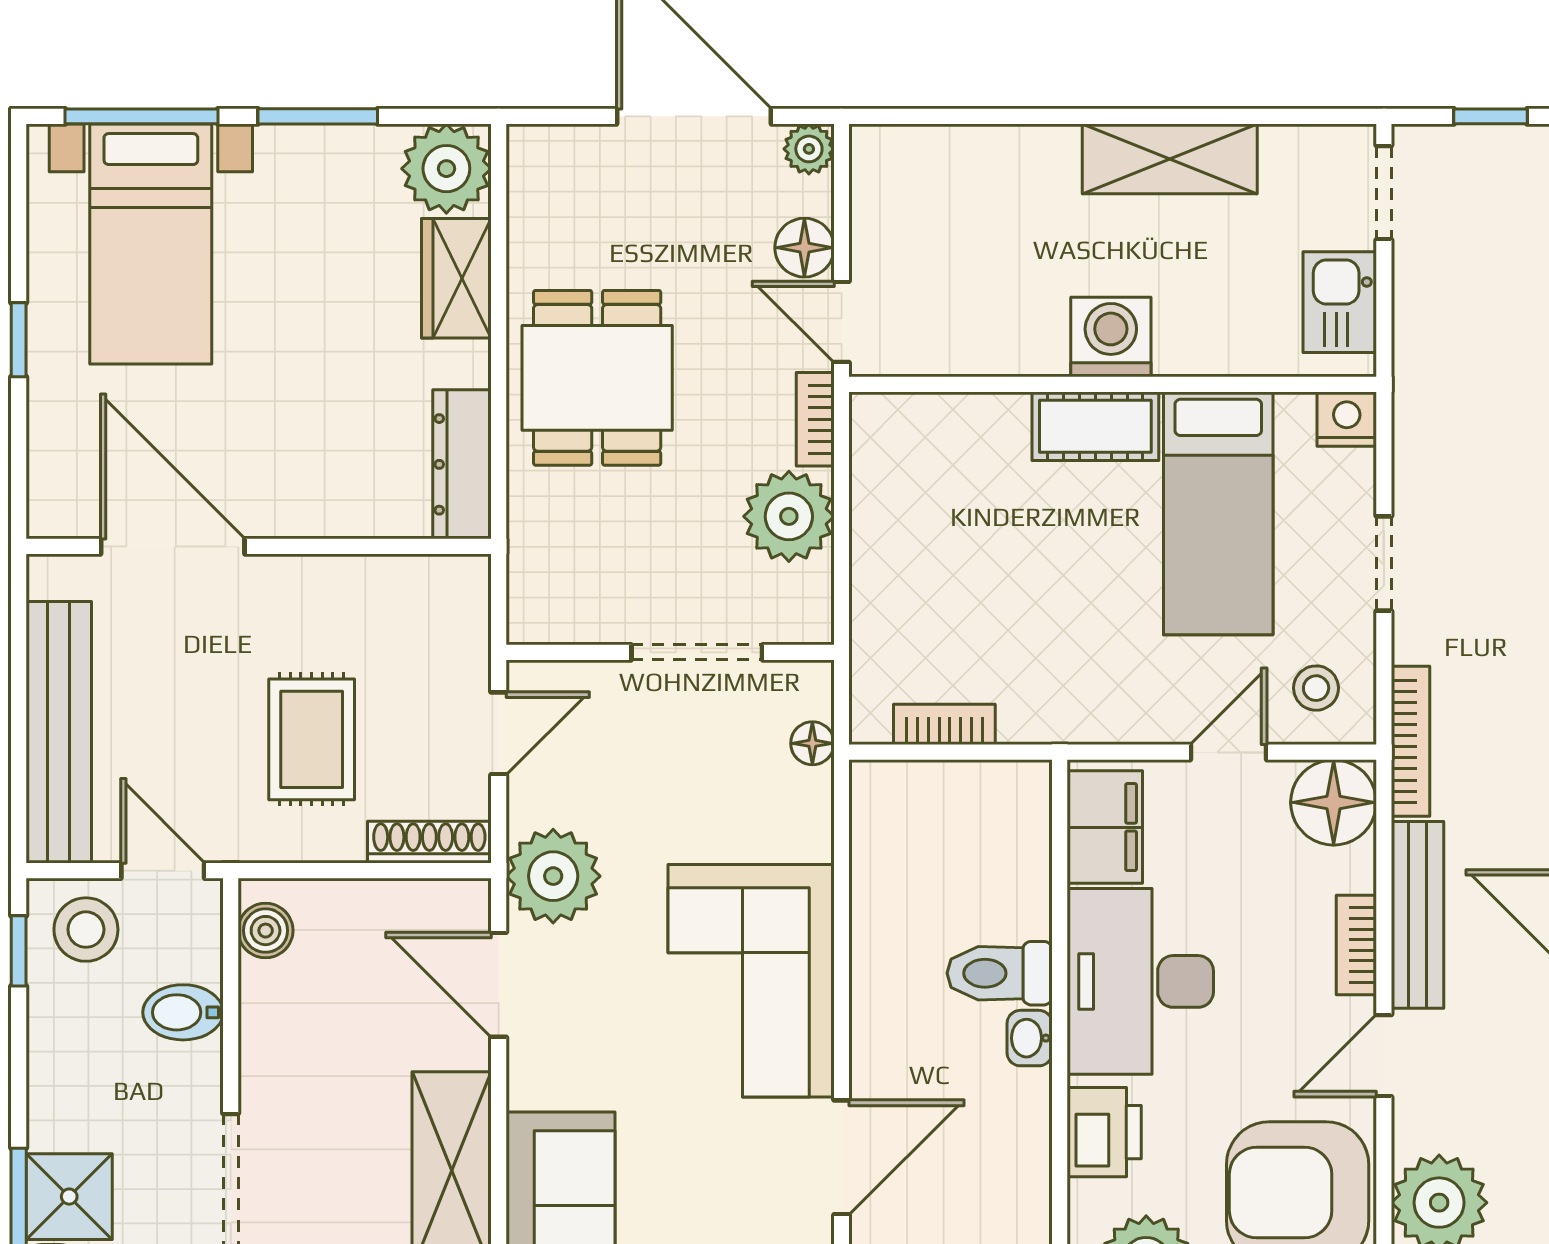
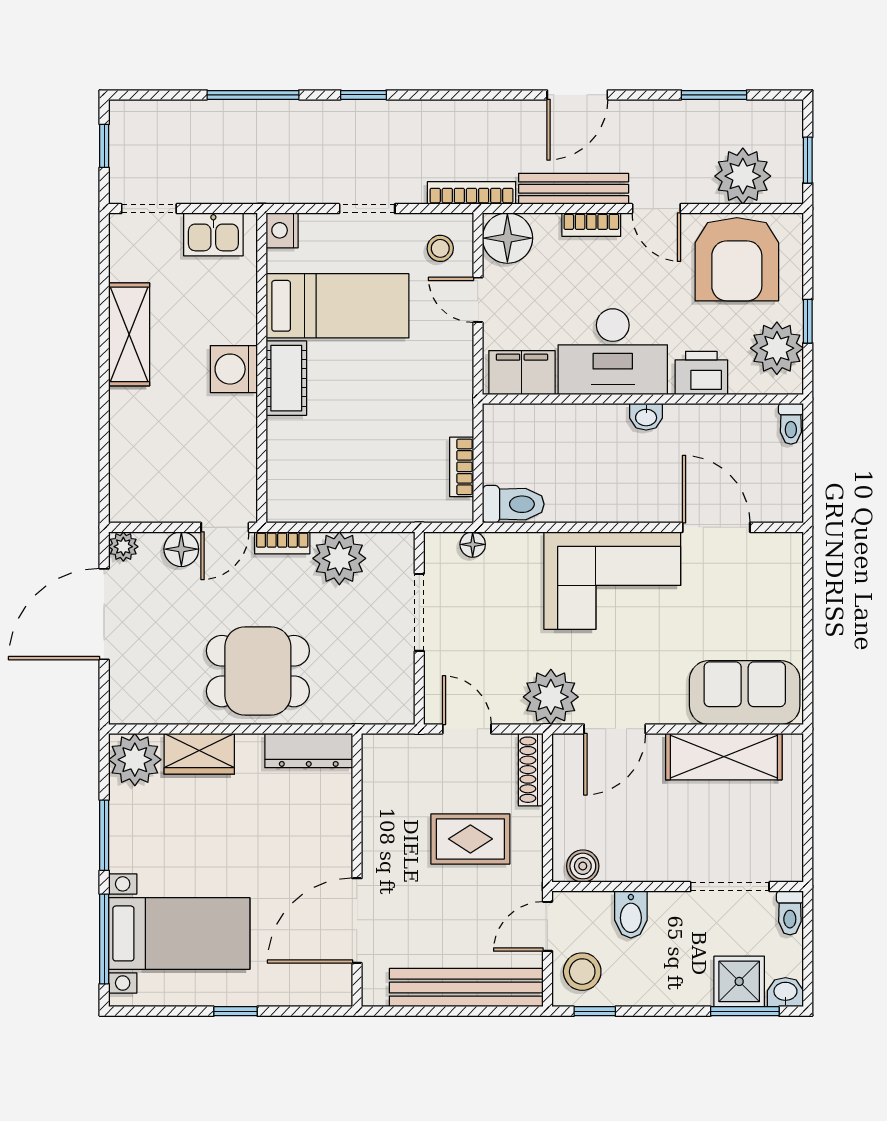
toilet: (1000, 973) -> (513, 504), moved, turned -90

